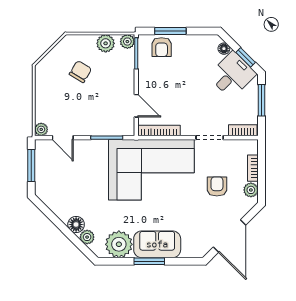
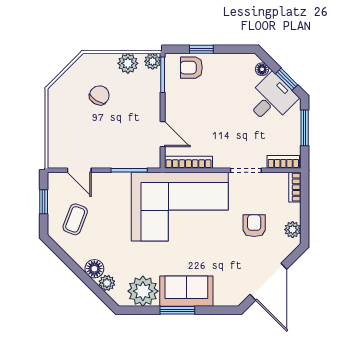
window: (170, 31) -> (201, 49), width x0.67
armchair: (162, 47) -> (191, 68), turned 90
plant: (41, 129) -> (55, 161), removed
window: (31, 165) -> (44, 202), width x0.67
bookcase: (253, 168) -> (295, 187), moved
coffee table: (59, 181) -> (75, 219), added

